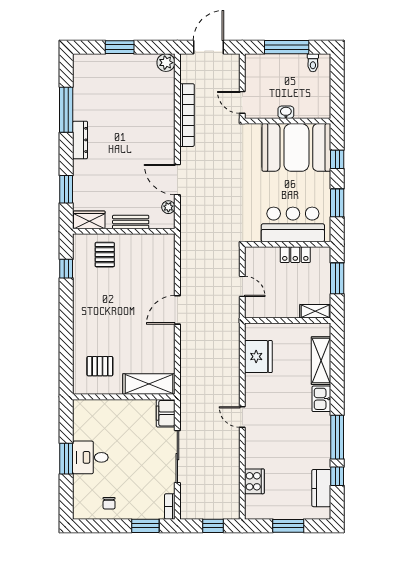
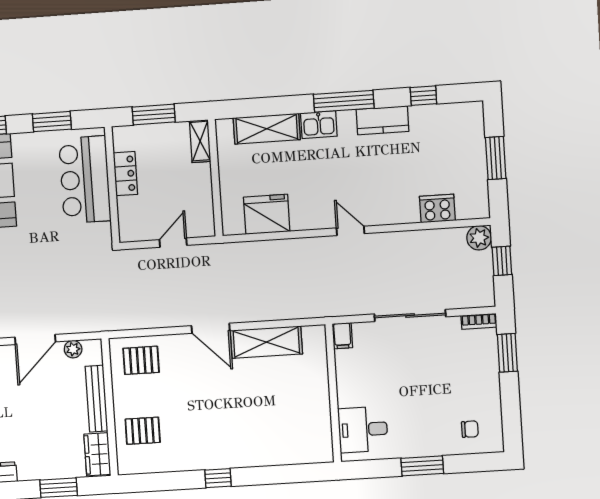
bench: (131, 222) -> (96, 399), width x1.36
window: (66, 269) -> (218, 478), moved
pallet: (100, 366) -> (141, 360), moved, turned 90
shelving: (149, 384) -> (266, 342), moved, turned 90
filing cabinet: (166, 413) -> (342, 336), width x0.50
door: (242, 417) -> (350, 231), swing flipped
window: (337, 437) -> (344, 101), moved
desk: (90, 457) -> (363, 429), moved, turned 90
kitchen counter: (321, 488) -> (383, 120), moved
chair: (109, 503) -> (470, 429), moved
plant: (231, 510) -> (479, 238), added

